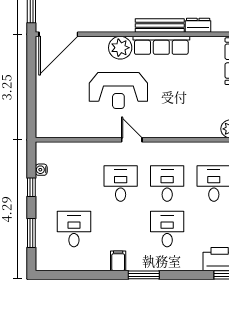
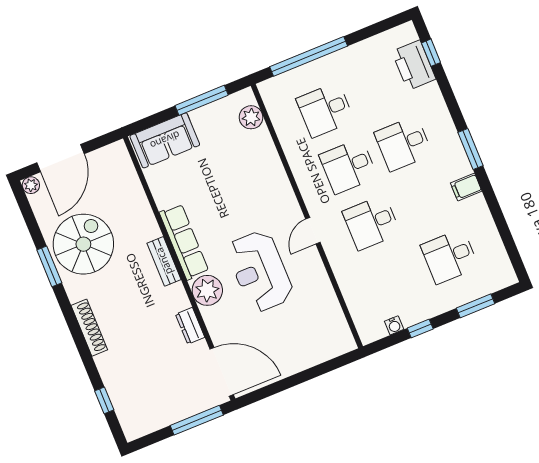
bench: (160, 25) -> (164, 261), width x0.73
dresser: (198, 25) -> (190, 326), moved
reception desk: (118, 90) -> (260, 271), turned 180

